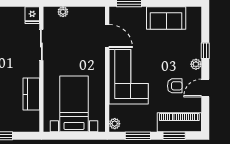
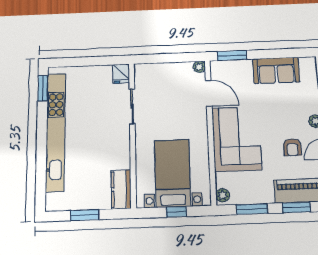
plant: (63, 12) -> (199, 67), moved
armchair: (175, 86) -> (292, 147), turned 90
kitchen counter: (31, 94) -> (121, 189), moved
window: (76, 136) -> (176, 212), added

